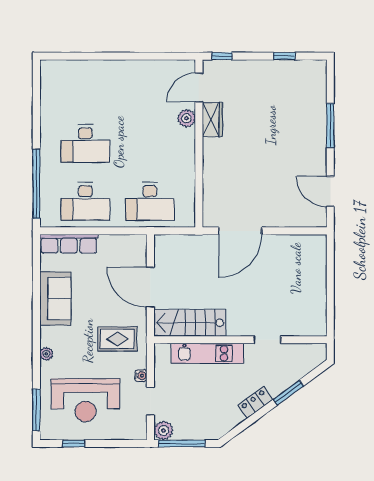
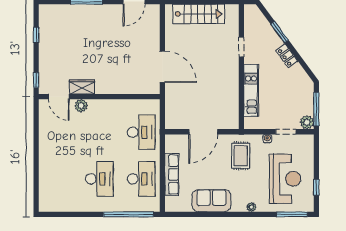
row of seats: (69, 244) -> (172, 174), moved
stairs: (190, 323) -> (198, 14), moved, turned -90

